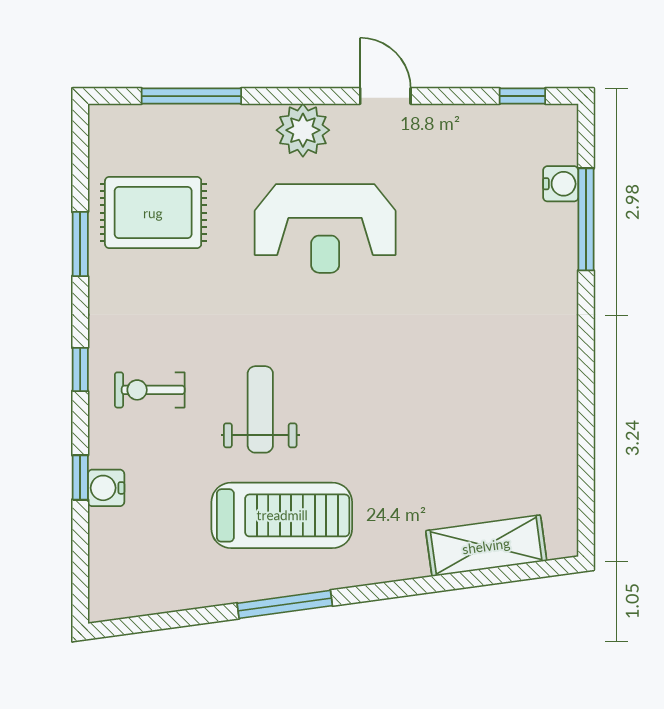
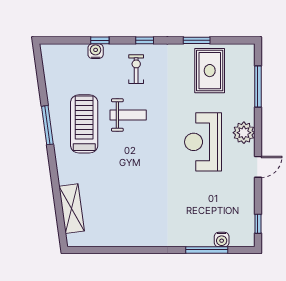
treadmill: (282, 515) -> (84, 124), turned 180

